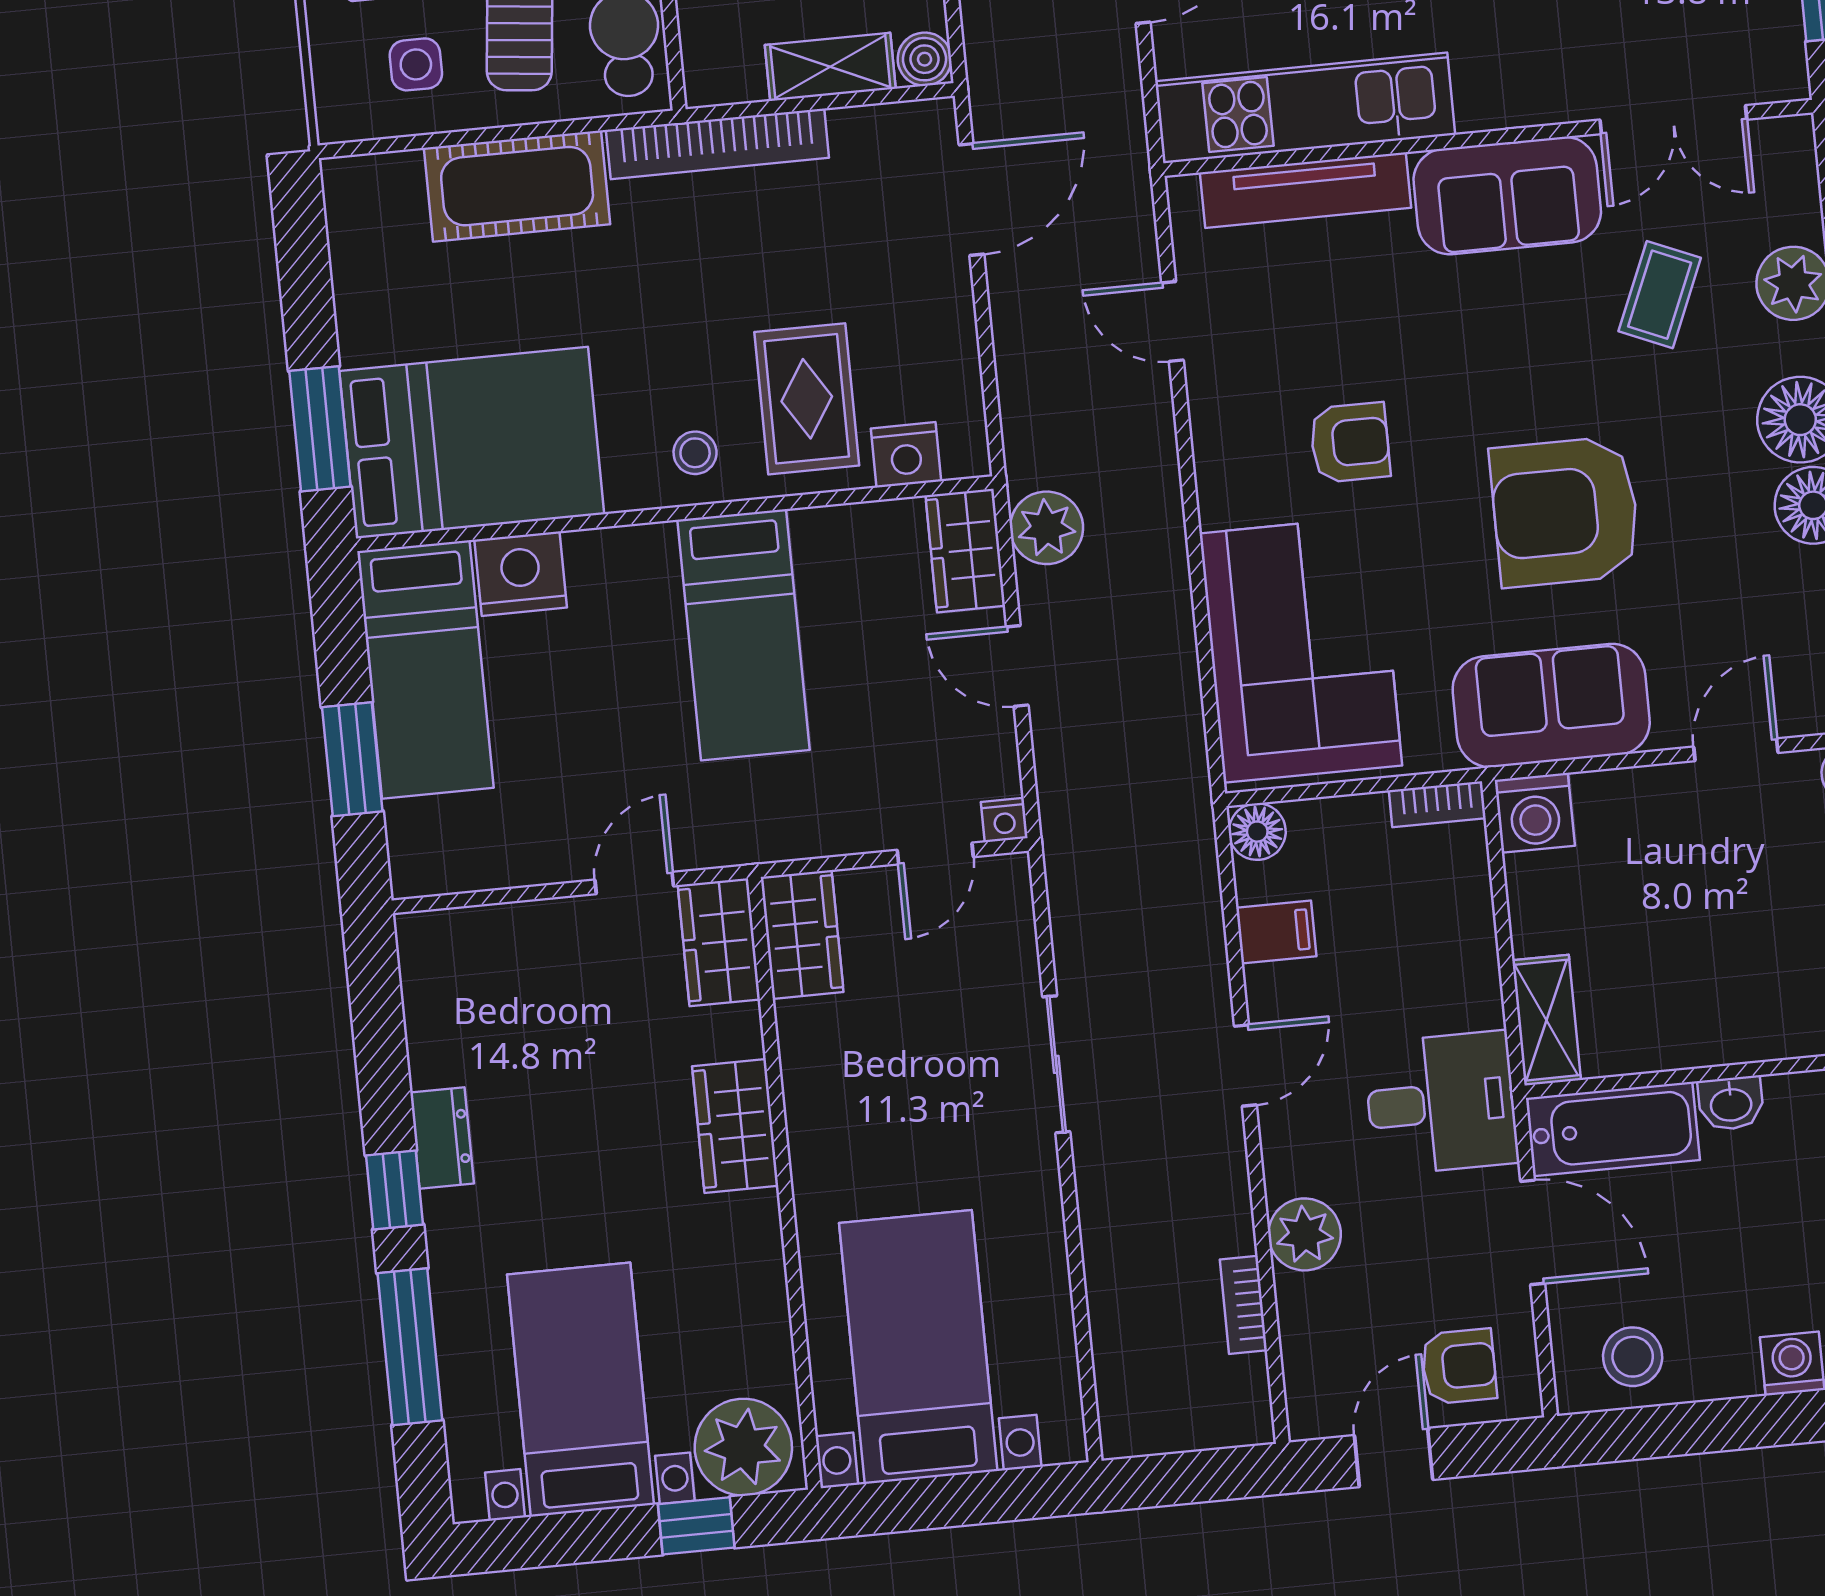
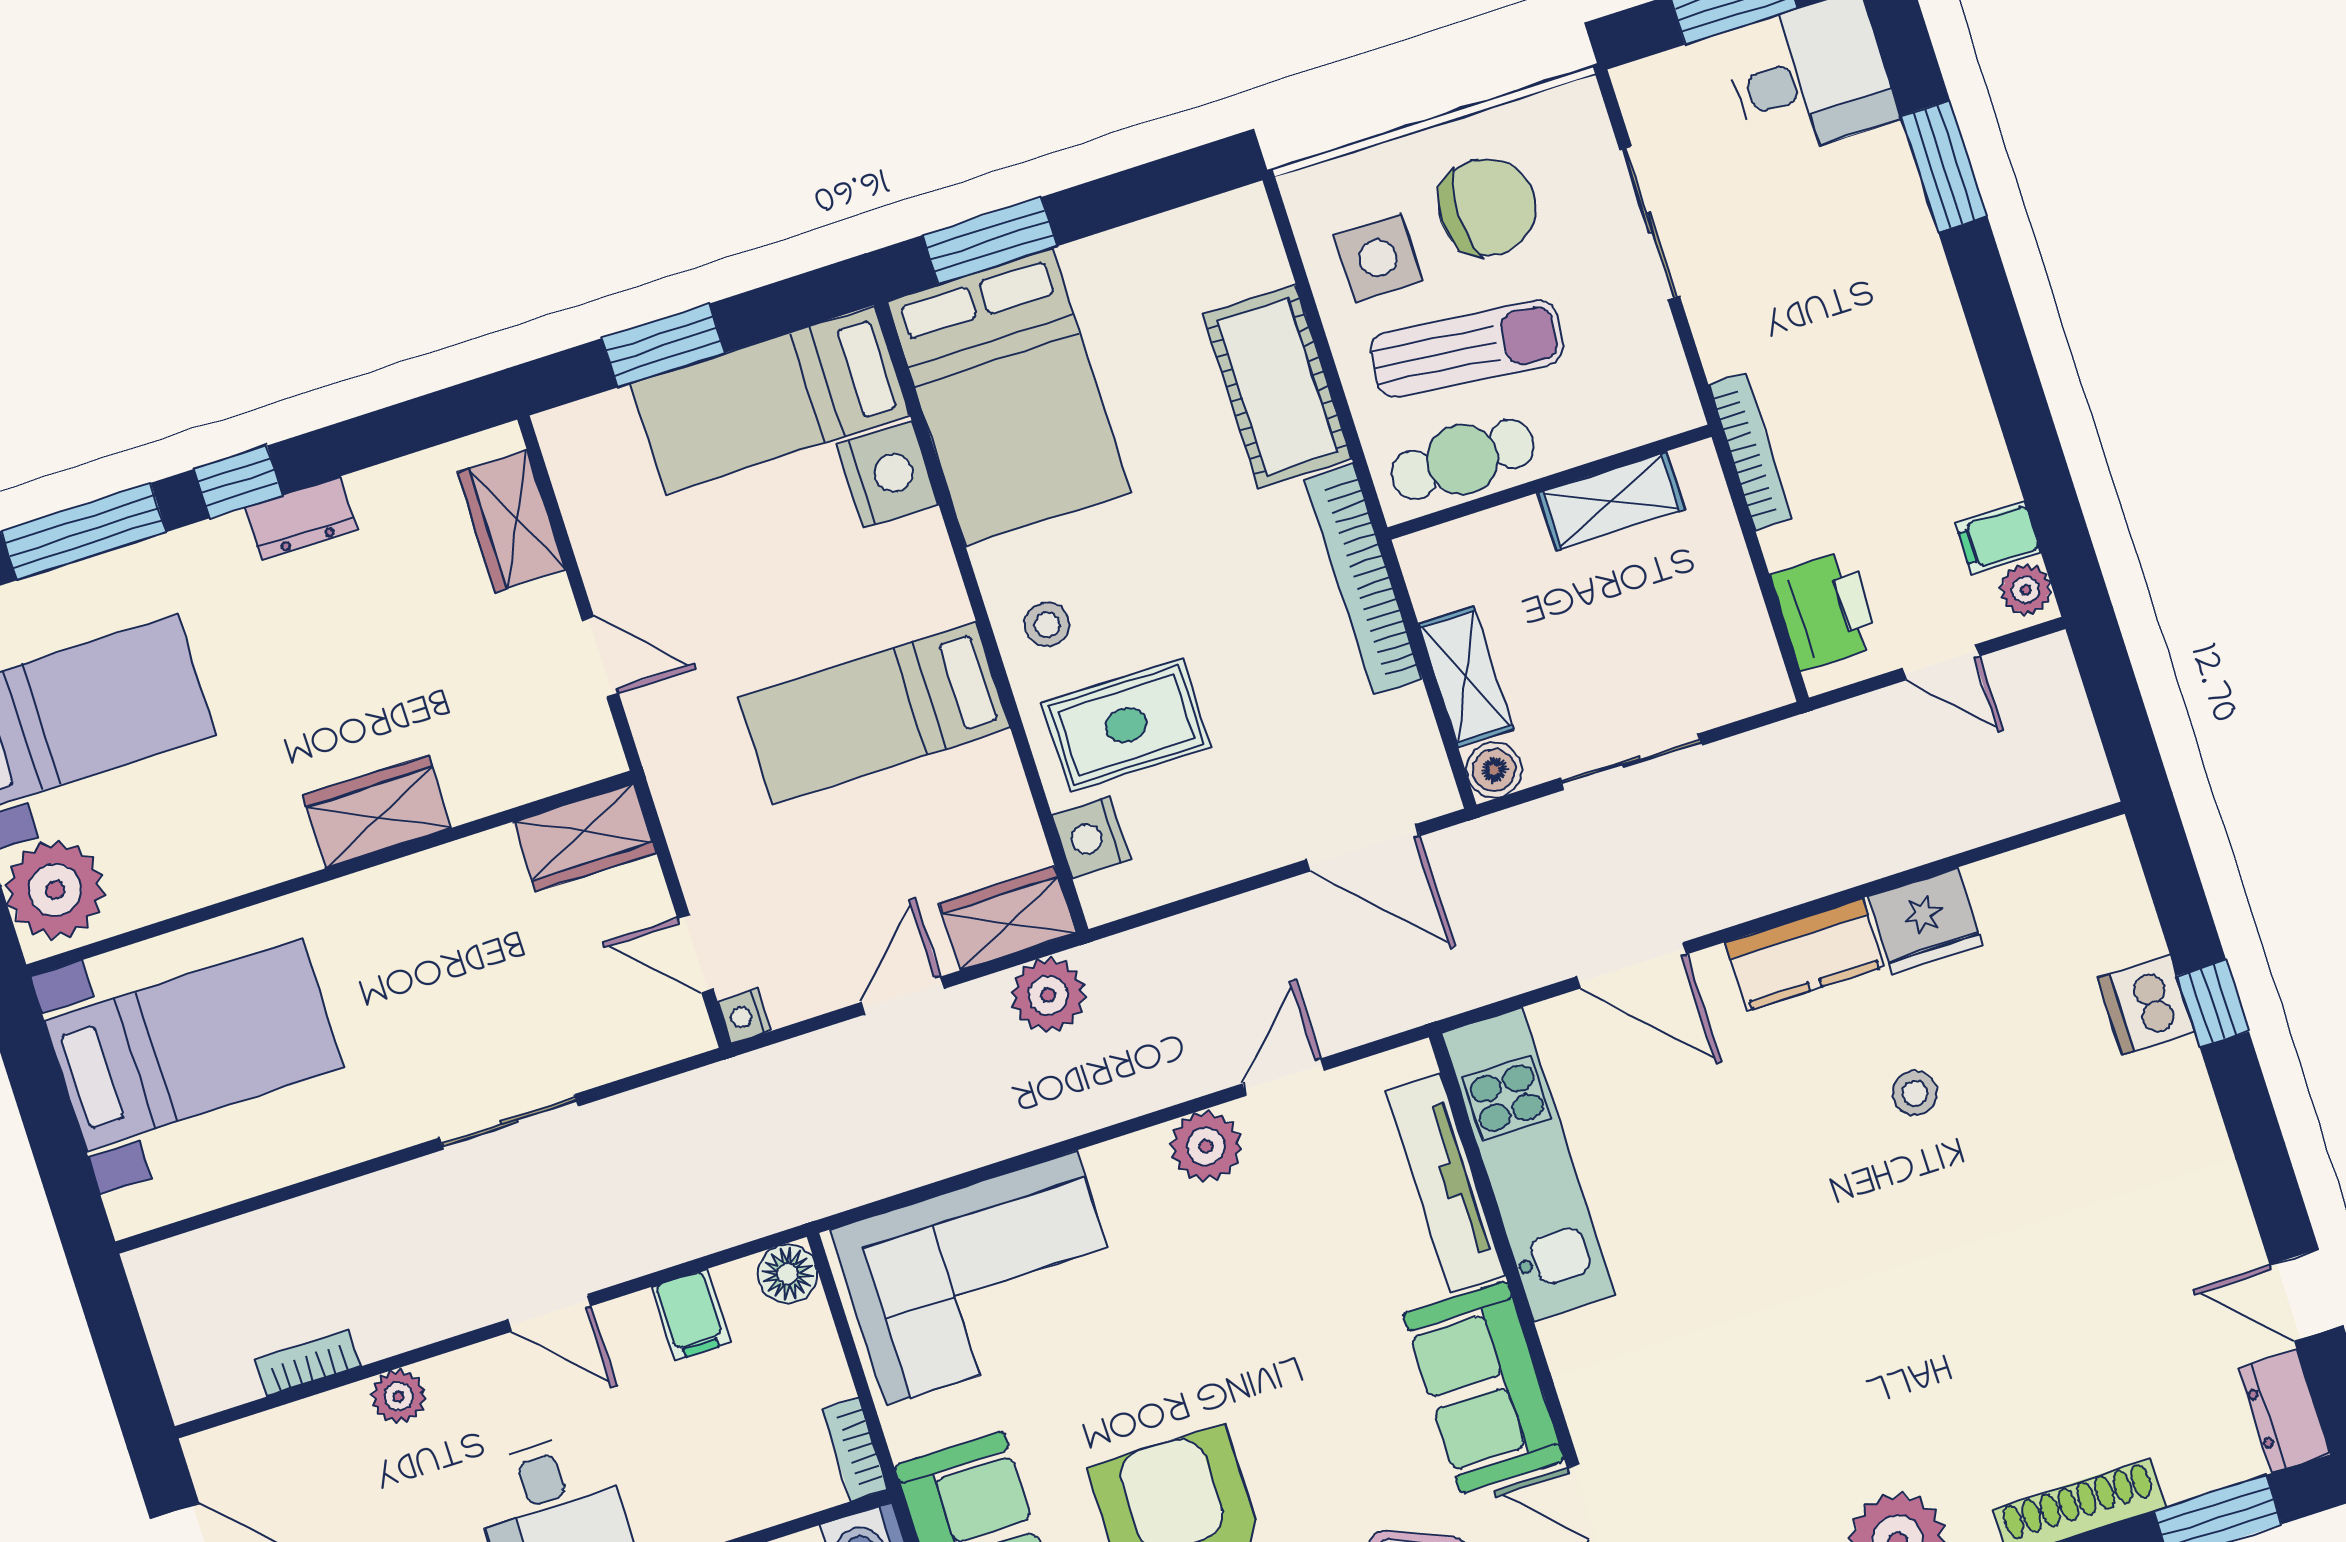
side table: (416, 64) -> (1378, 258), width x1.37, depth x1.37
plant: (1222, 410) -> (1206, 1146), added
armchair: (1350, 443) -> (1200, 1282), removed
wardrobe: (719, 942) -> (511, 521), moved, turned -90
plant: (1305, 1234) -> (399, 1397), width x0.73, depth x0.73

